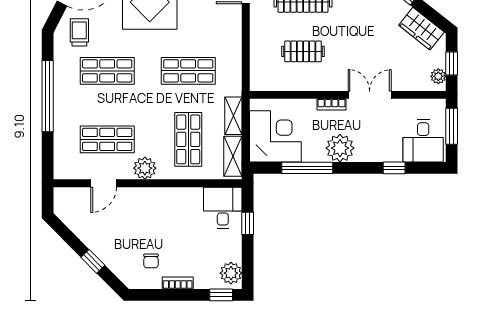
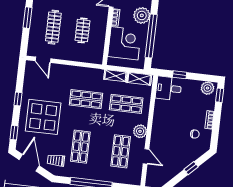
shop shelf: (188, 71) -> (86, 99), turned 90
corner desk: (275, 136) -> (124, 43), moved, turned 90
window: (307, 168) -> (151, 36), width x1.46

